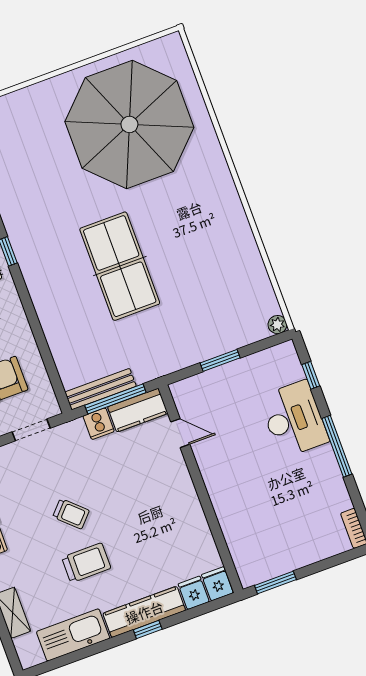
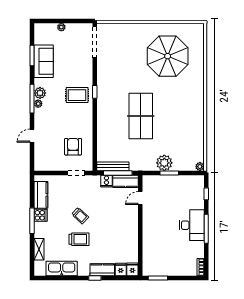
parasol: (129, 124) -> (168, 56), width x0.73, depth x0.73
plant: (202, 344) -> (164, 163), added
desk: (294, 419) -> (192, 225), moved
door: (180, 433) -> (140, 198), swing flipped
kitchen counter: (144, 612) -> (102, 270), width x0.67

